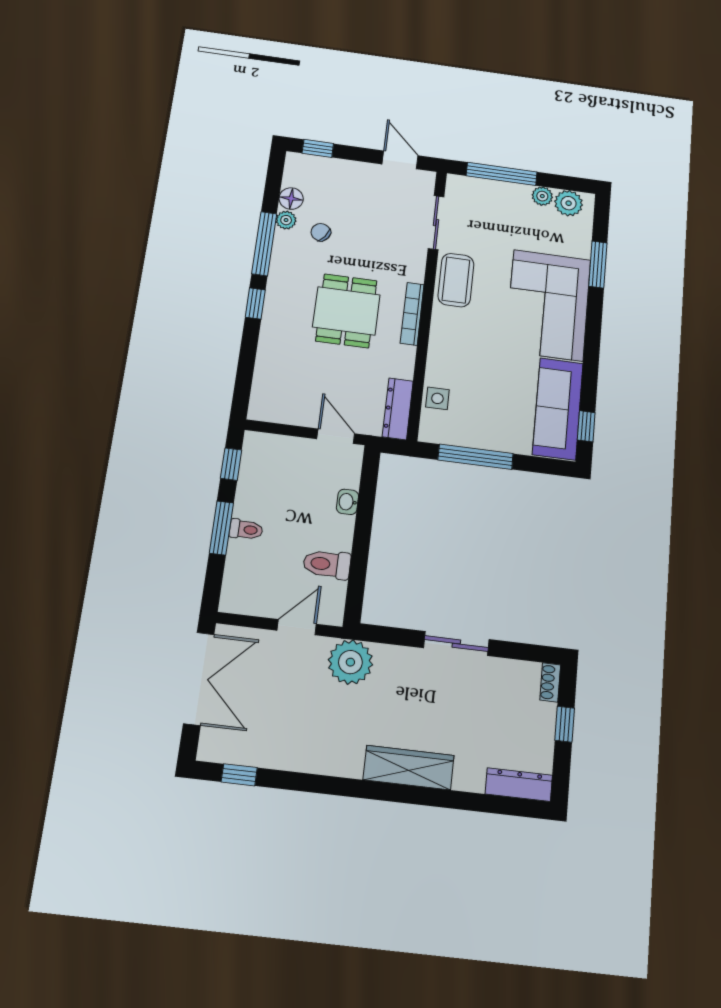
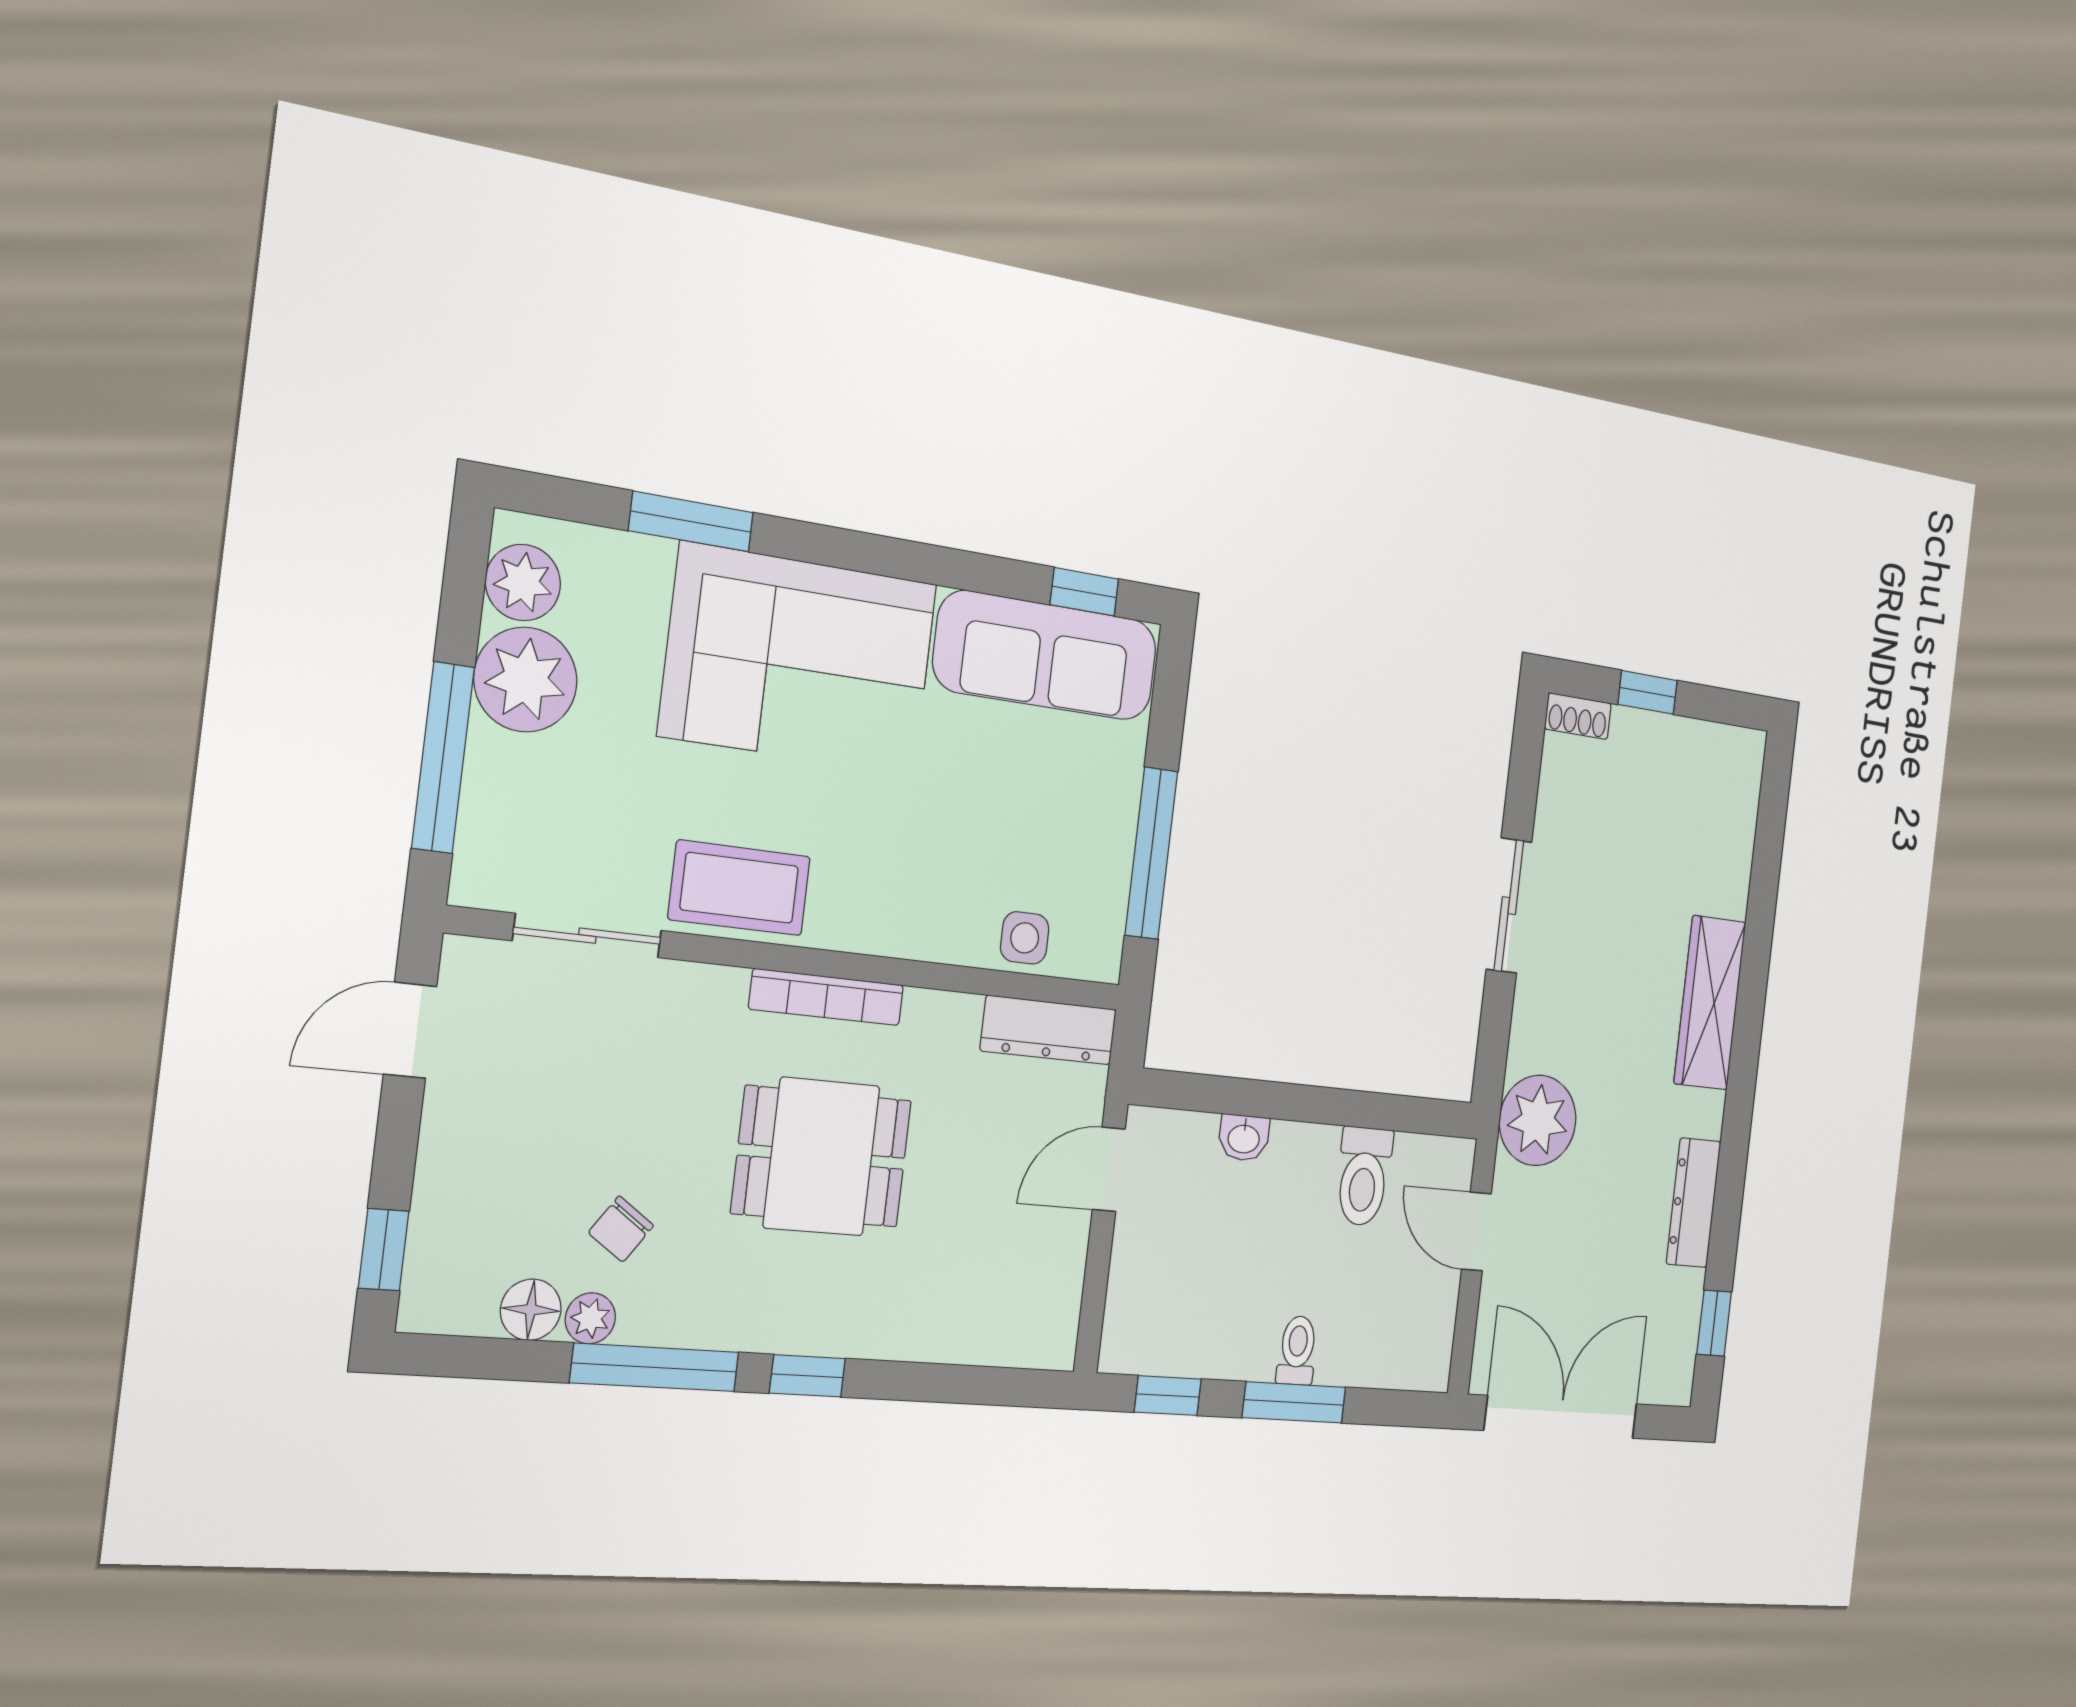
plant: (542, 196) -> (526, 680), width x1.87, depth x1.87
dresser: (519, 785) -> (1694, 1203), moved

